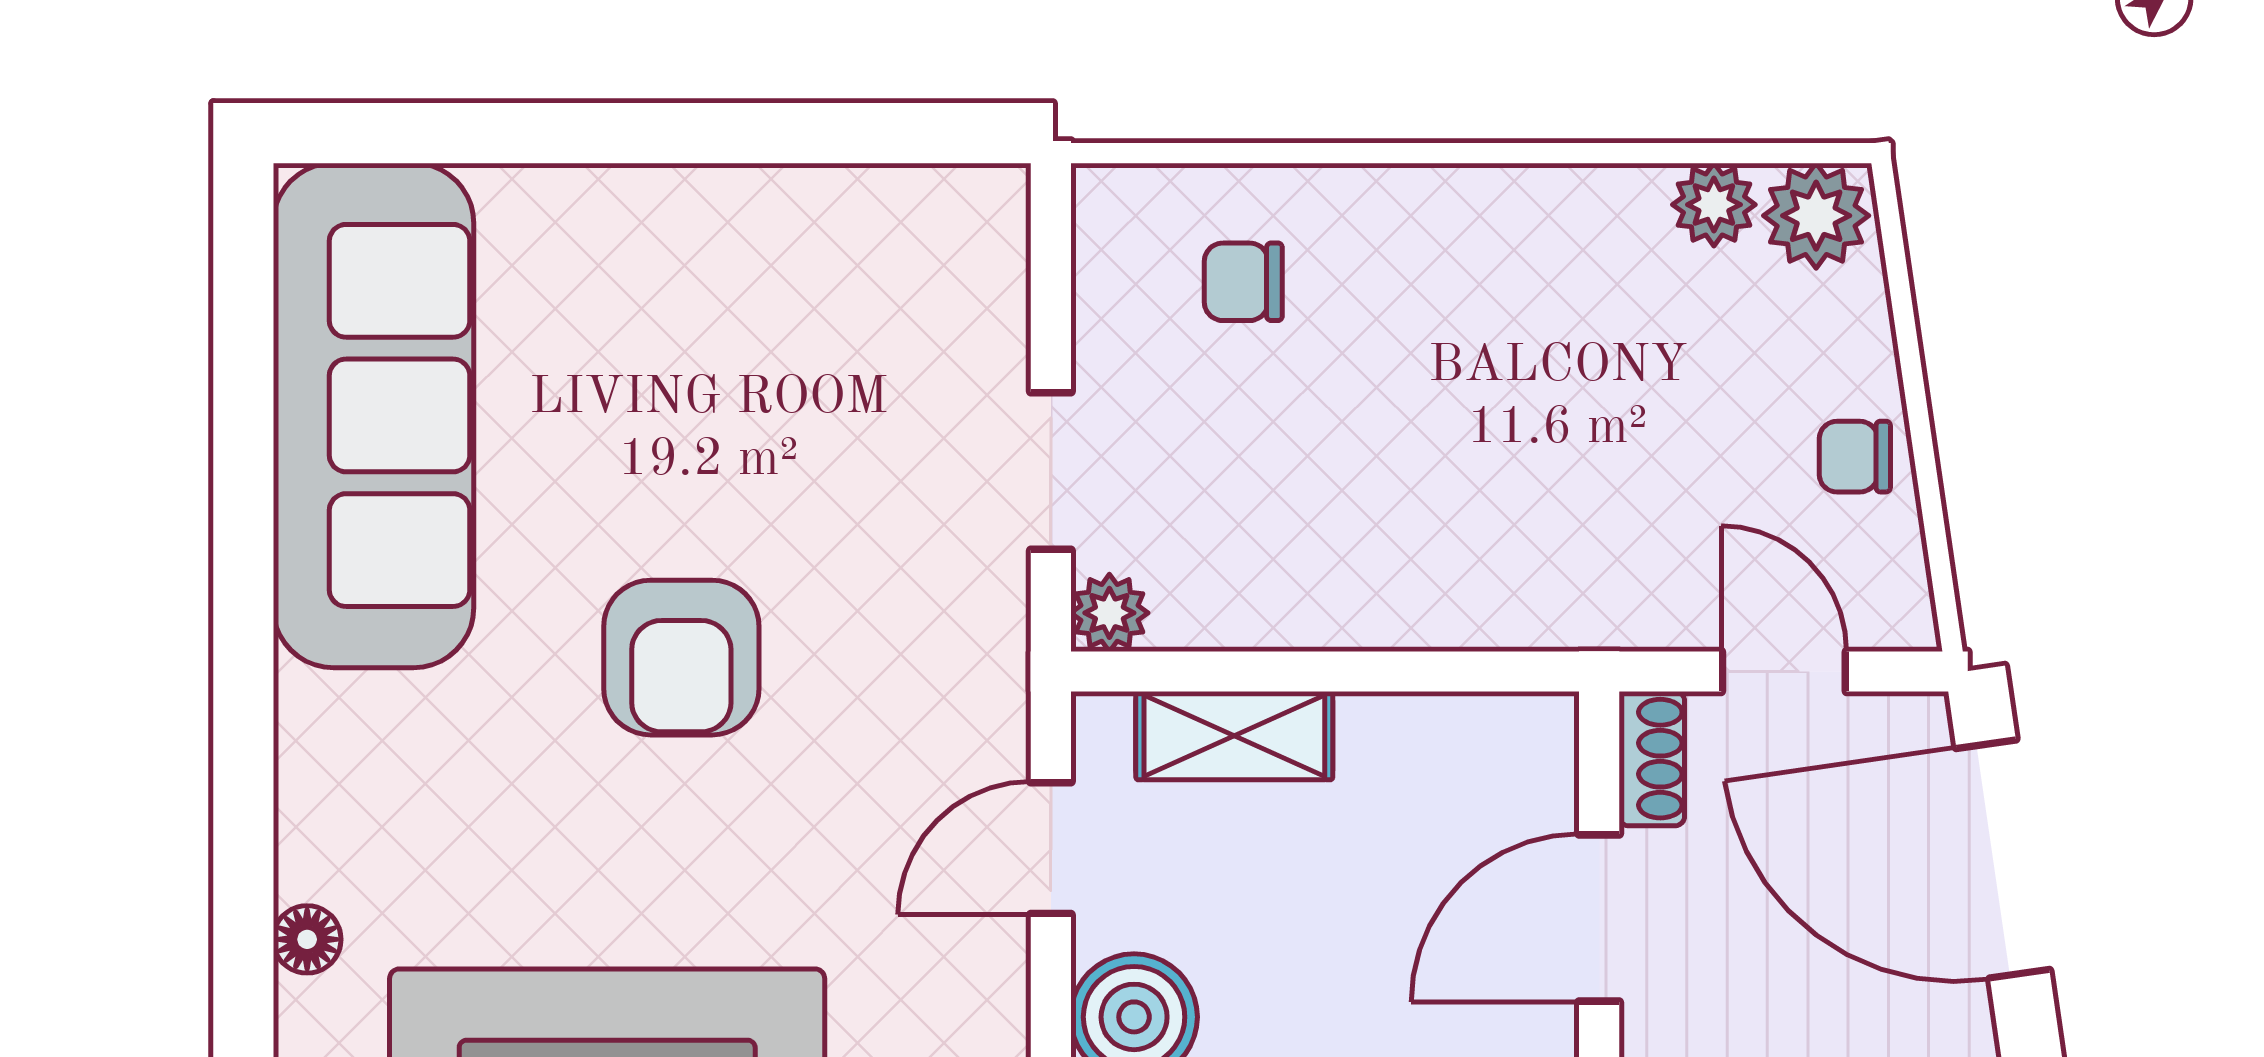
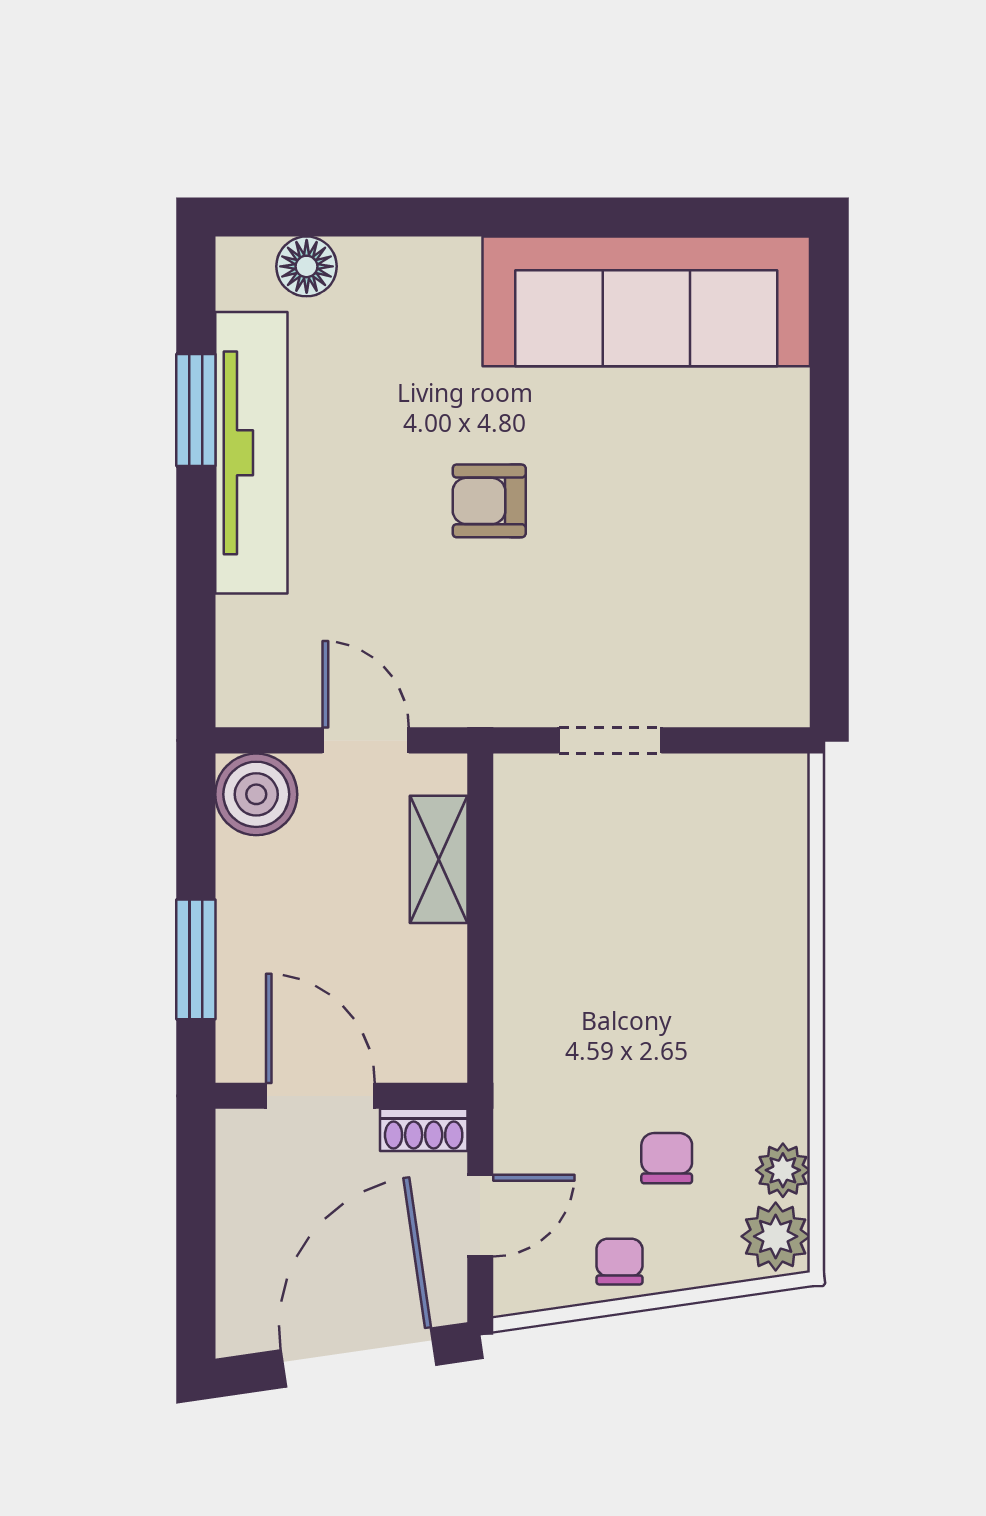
chair: (1243, 282) -> (667, 1158), moved
plant: (1109, 613) -> (518, 778), removed
armchair: (681, 658) -> (489, 501), width x0.72, depth x0.72
floor lamp: (307, 939) -> (307, 266), width x1.37, depth x1.37

